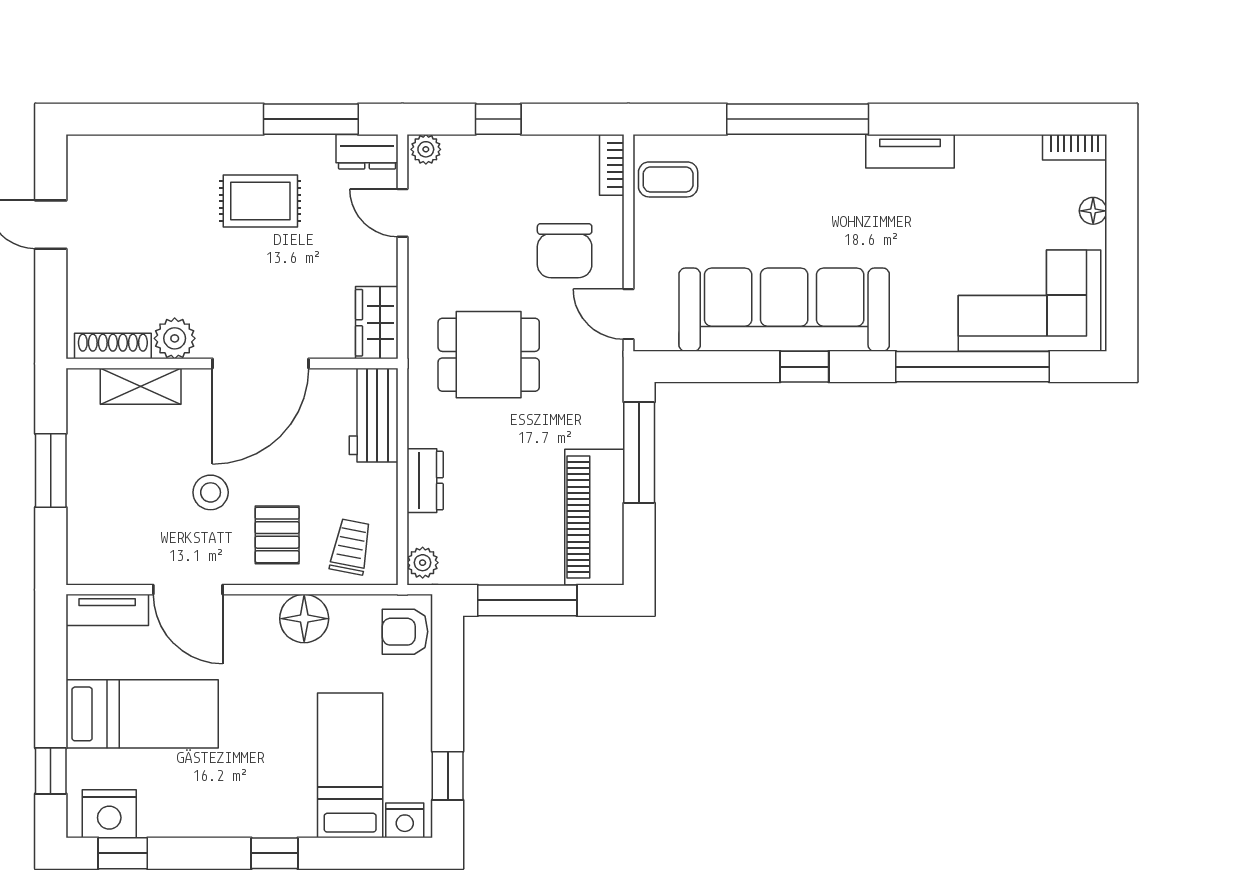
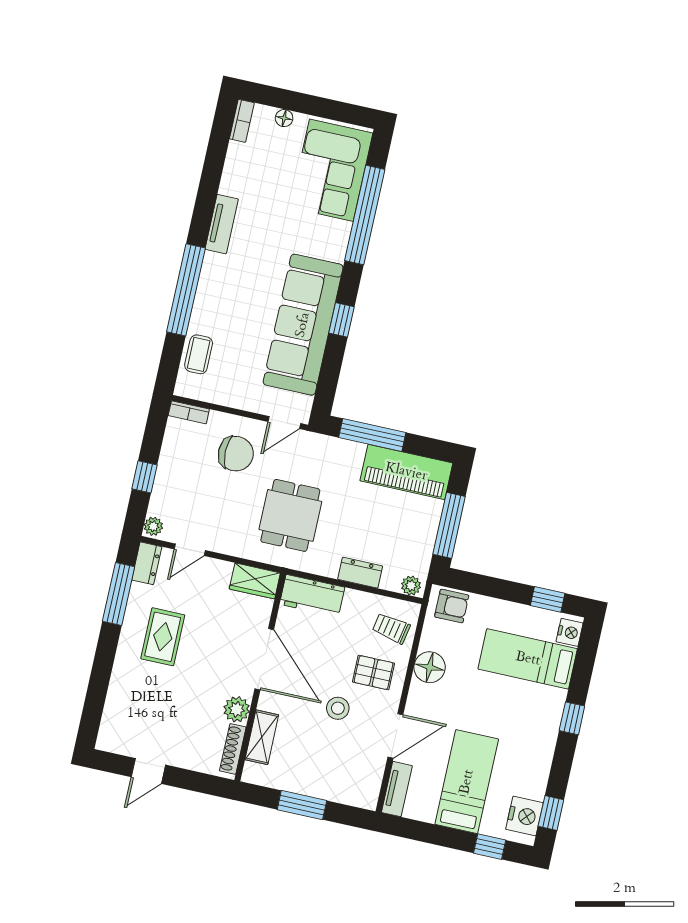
coffee table: (668, 179) -> (199, 354), moved
armchair: (405, 632) -> (452, 606), turned -90

